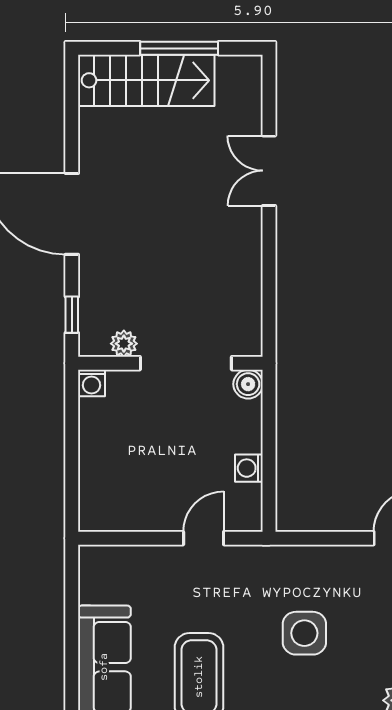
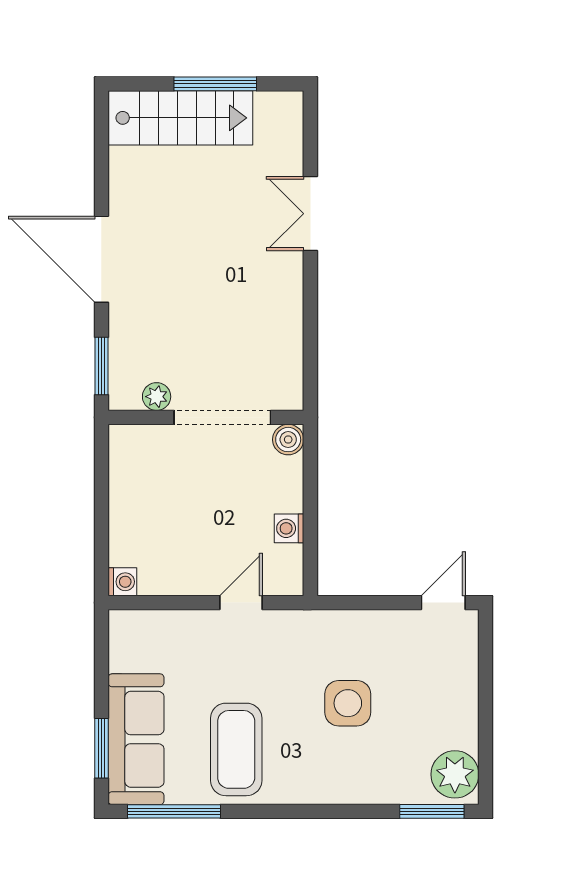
window: (72, 315) -> (101, 366), width x1.50
washing machine: (91, 383) -> (122, 582), moved, turned -90
window: (72, 676) -> (101, 748), added

